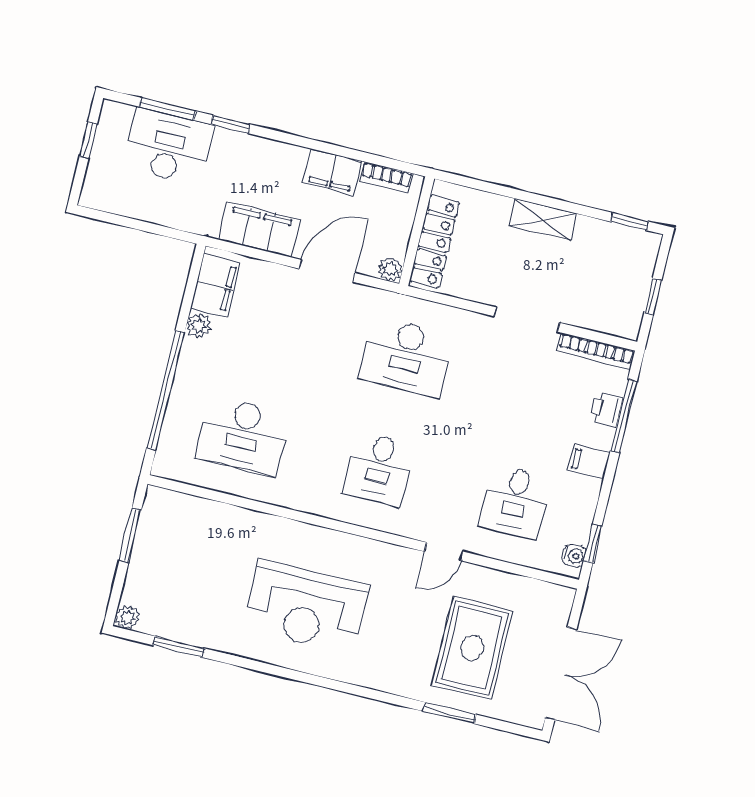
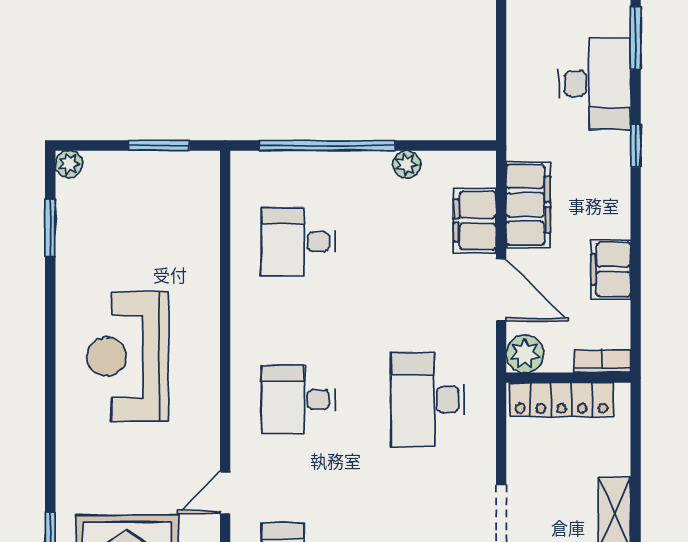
window: (167, 109) -> (636, 38), moved
bookcase: (386, 177) -> (602, 361), moved, turned 90
plant: (390, 269) -> (525, 354), width x1.38, depth x1.38
filing cabinet: (215, 286) -> (475, 221), moved, turned 90
desk: (243, 436) -> (298, 242), width x0.73
door: (444, 552) -> (225, 493), hinge flipped

